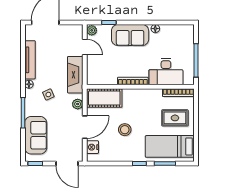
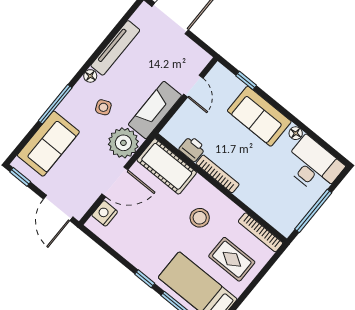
plant: (92, 30) -> (218, 73), removed
desk: (166, 72) -> (313, 165), moved, turned 180
printer: (110, 79) -> (192, 149), added
plant: (78, 104) -> (123, 143), width x1.87, depth x1.87
stool: (125, 130) -> (200, 218), moved

